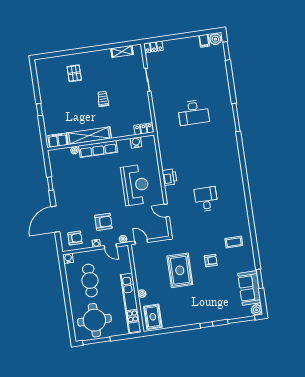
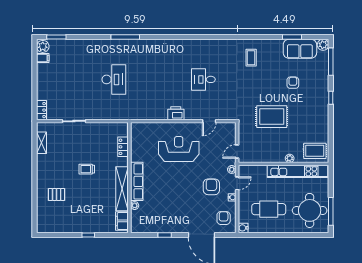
locker: (144, 129) -> (123, 147), moved
water cooler: (136, 143) -> (136, 142), removed
armchair: (211, 261) -> (293, 83), moved

